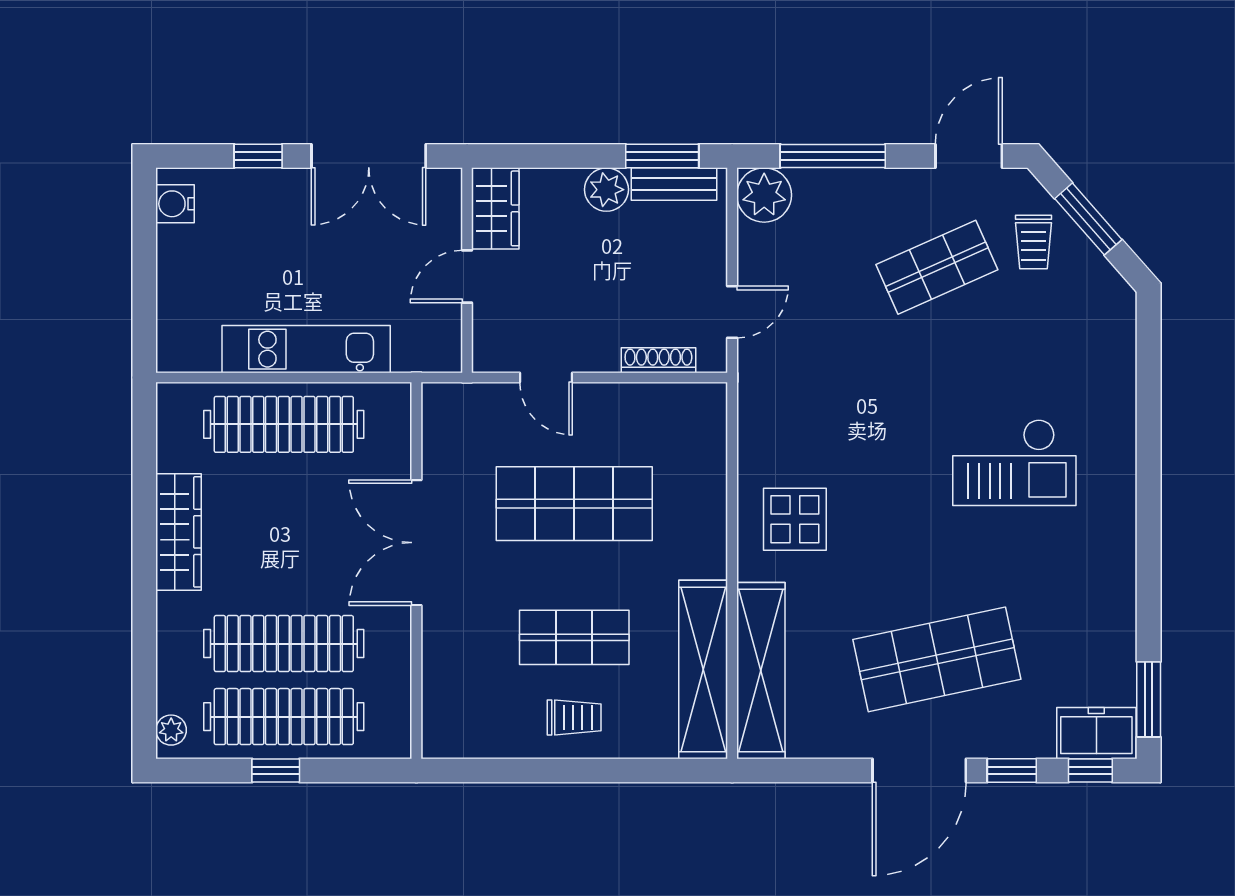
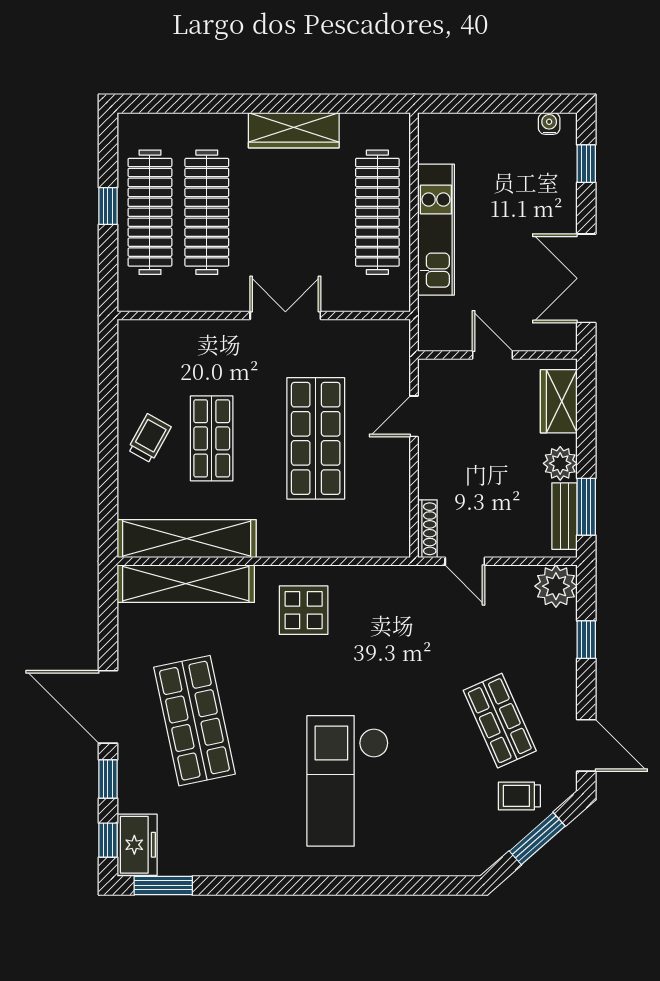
window: (258, 156) -> (586, 164), moved
window: (833, 156) -> (586, 640), width x0.46
water cooler: (175, 204) -> (549, 123), width x0.72, depth x0.72
wardrobe: (495, 208) -> (559, 401), moved, turned 90
shoe rack: (658, 360) -> (427, 529), moved
checkout: (1014, 463) -> (348, 781), width x1.36, depth x1.21
double door: (416, 543) -> (285, 315), width x0.73
trolley: (574, 717) -> (149, 438), turned -151
plant: (171, 730) -> (139, 125), removed

